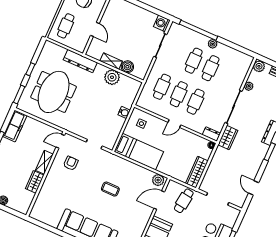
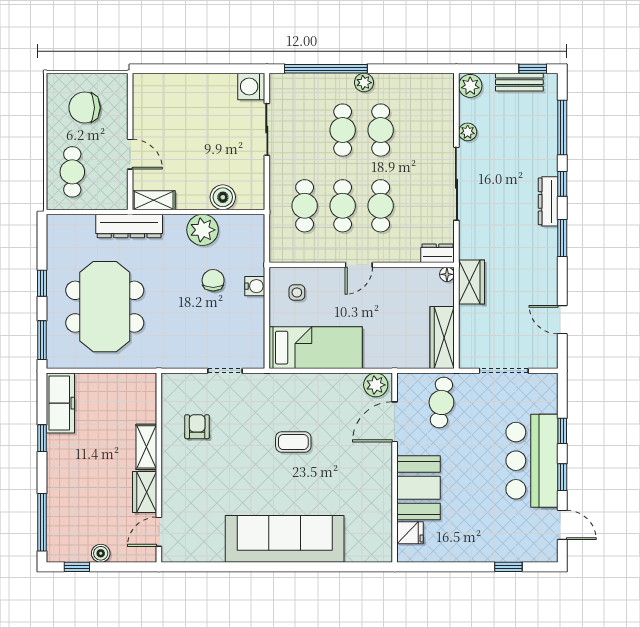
shelving: (111, 61) -> (154, 200), moved
chair: (107, 102) -> (213, 280), added
wardrobe: (228, 138) -> (471, 282), moved
door: (60, 141) -> (159, 532), moved

